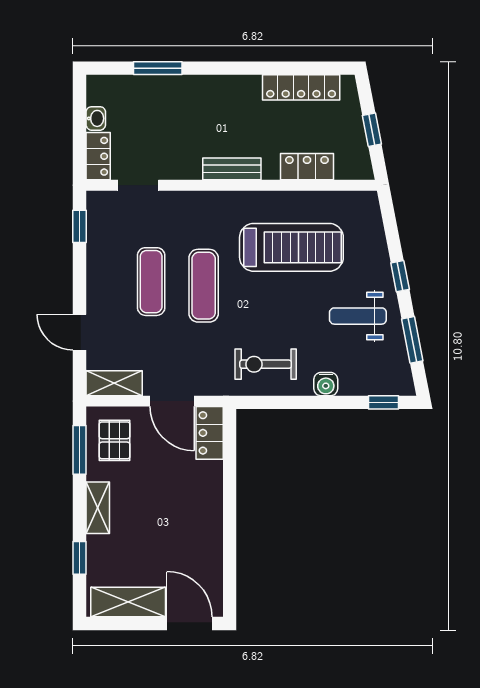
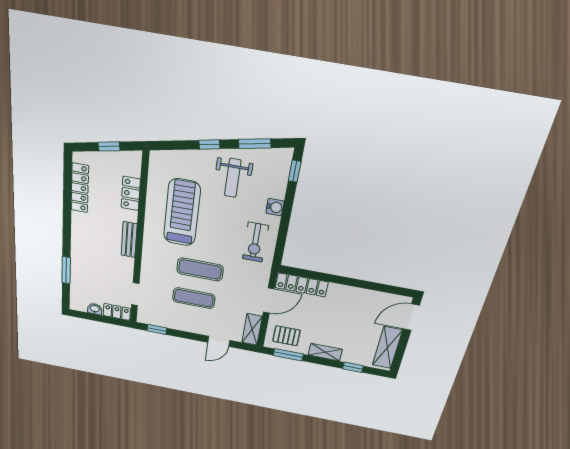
locker: (210, 433) -> (302, 285), width x1.53

